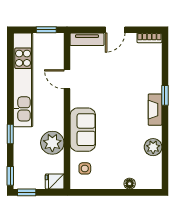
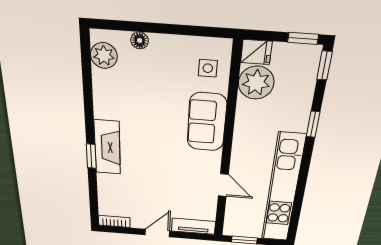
fireplace: (155, 110) -> (107, 147), width x1.37, depth x1.32
plant: (52, 143) -> (256, 83), moved
plant: (153, 147) -> (104, 56), moved

